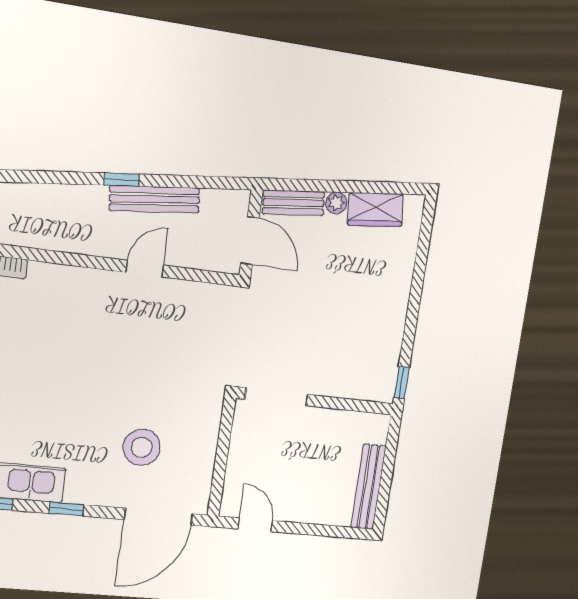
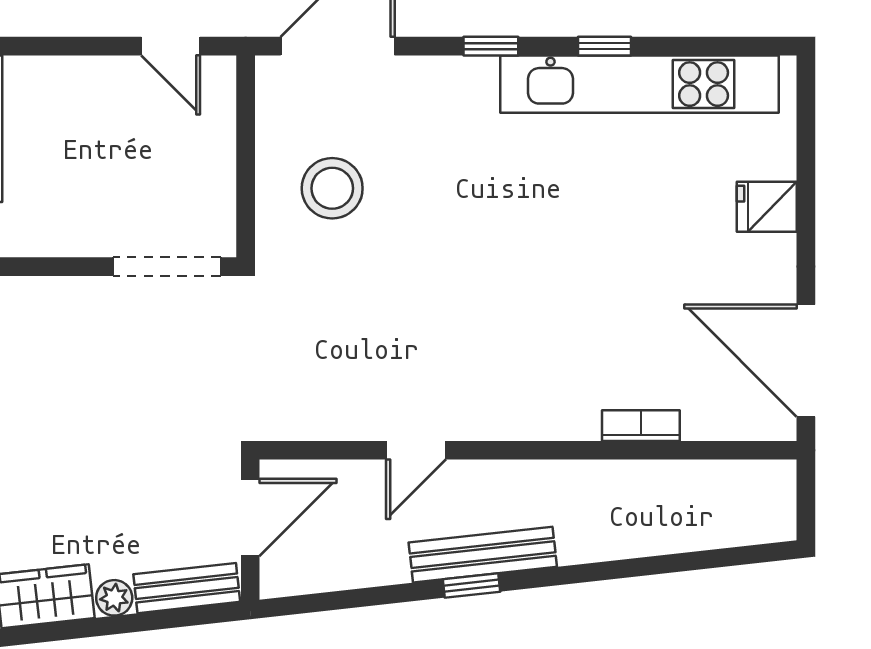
bench: (155, 199) -> (483, 555), moved
door: (250, 241) -> (250, 517), swing flipped
stool: (142, 447) -> (332, 188), moved

